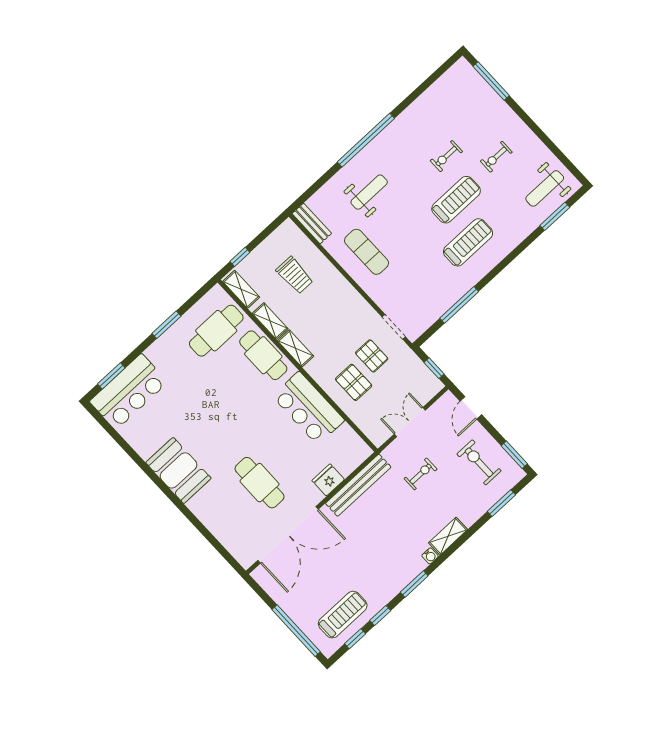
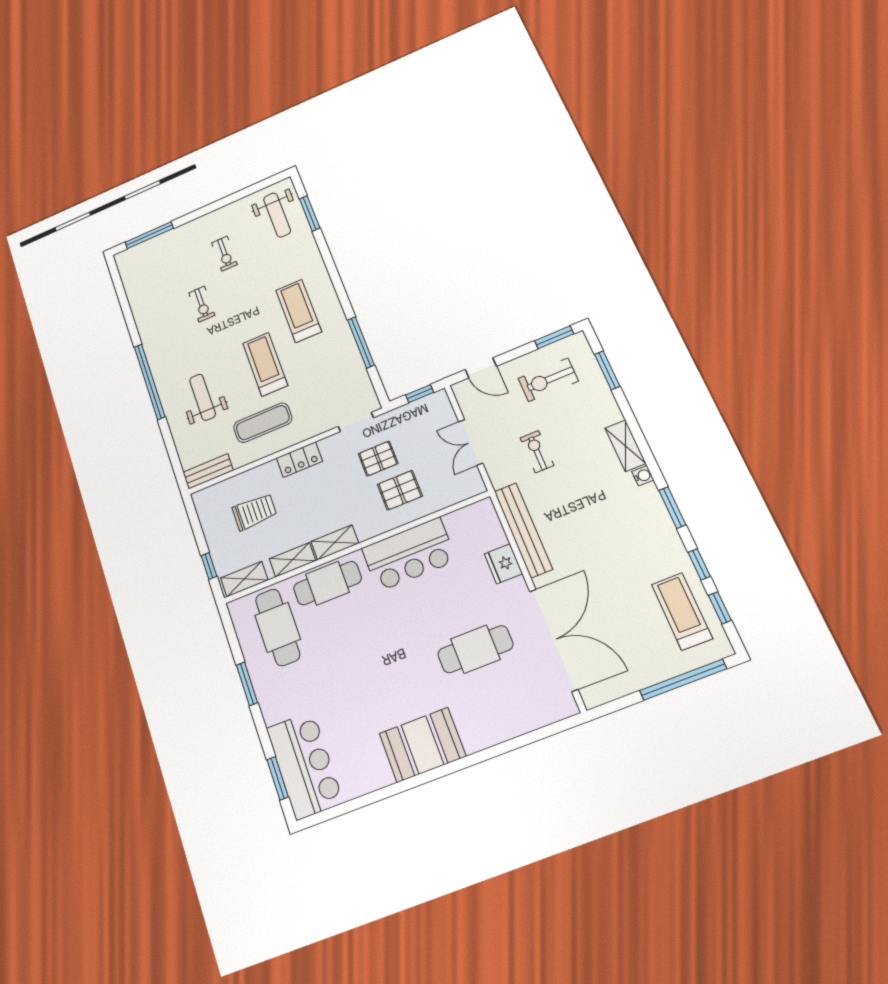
treadmill: (456, 200) -> (265, 364), moved
locker: (348, 294) -> (299, 460), added

